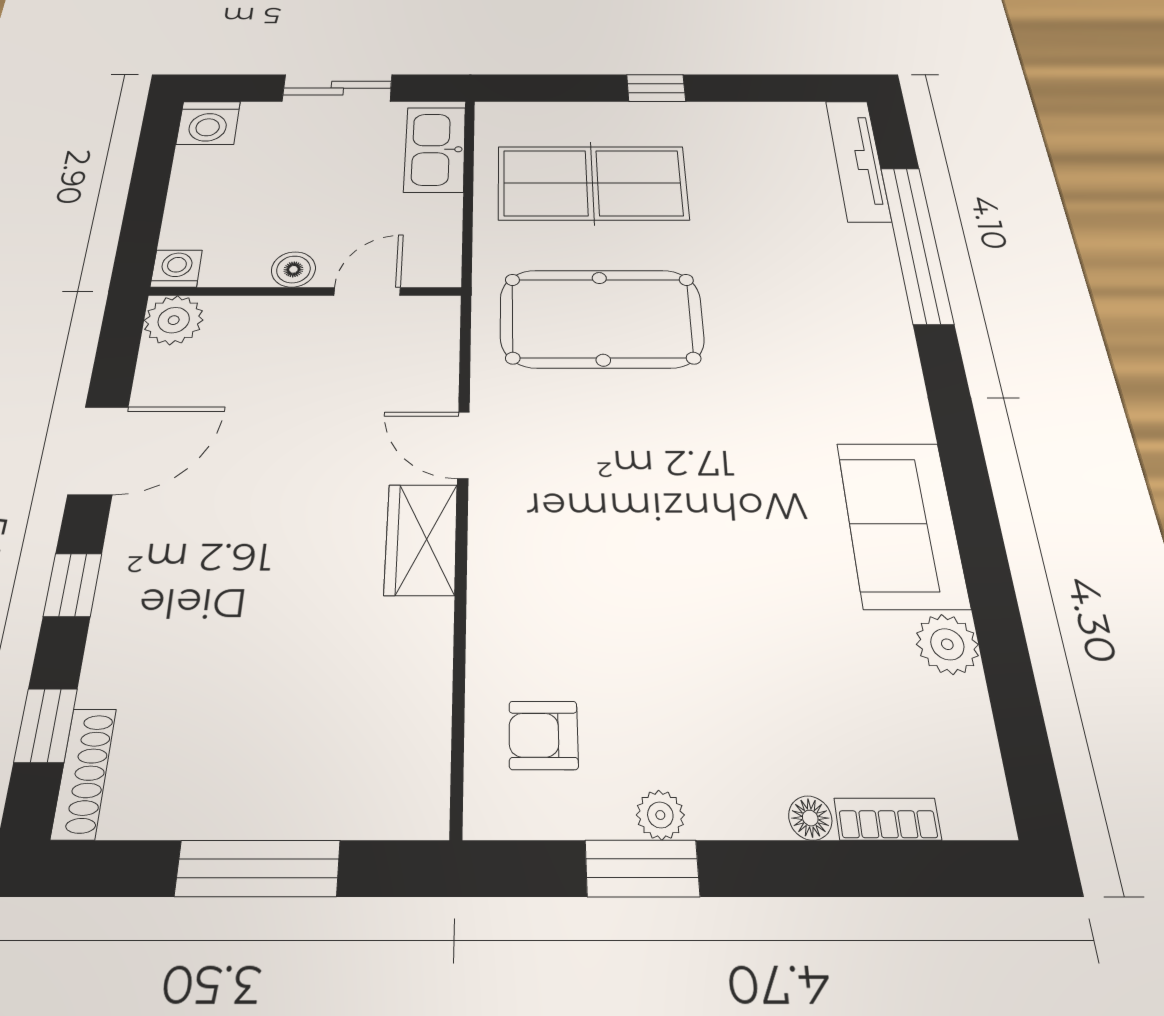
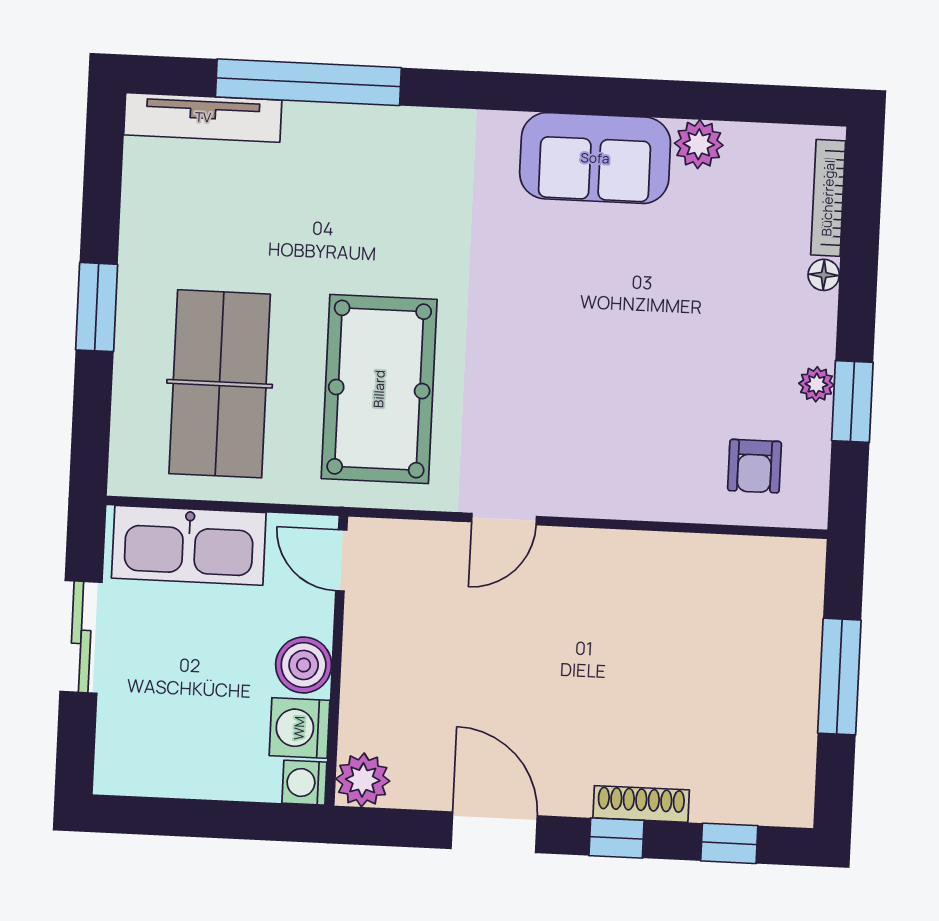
window: (656, 88) -> (97, 307), width x1.50
washing machine: (208, 123) -> (299, 728), moved, turned 180
kitchen sink: (435, 149) -> (189, 545), width x1.36, depth x1.24
boiler: (293, 269) -> (304, 665), width x1.36, depth x1.36
door: (367, 292) -> (341, 560), moved
wardrobe: (421, 539) -> (590, 556), removed
shoe rack: (84, 773) -> (641, 804), moved
bookcase: (887, 819) -> (828, 198), width x1.56

